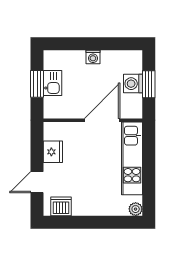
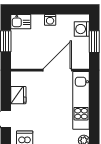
kitchen sink: (53, 83) -> (21, 22), moved, turned 90
washing machine: (133, 84) -> (82, 29), moved

